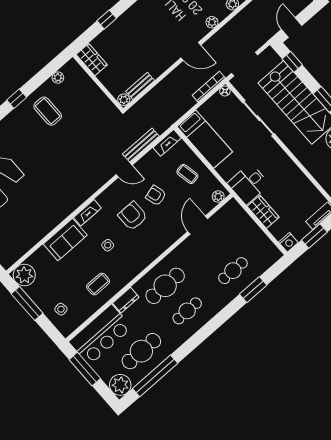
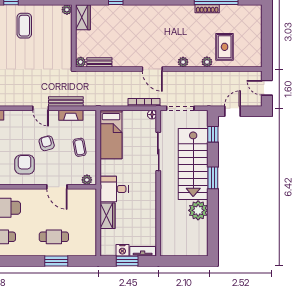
plant: (58, 78) -> (67, 10), moved
fireplace: (167, 143) -> (71, 115), moved
armchair: (133, 216) -> (25, 164), moved
door: (198, 225) -> (57, 187), swing flipped
nightstand: (288, 242) -> (122, 250), moved

